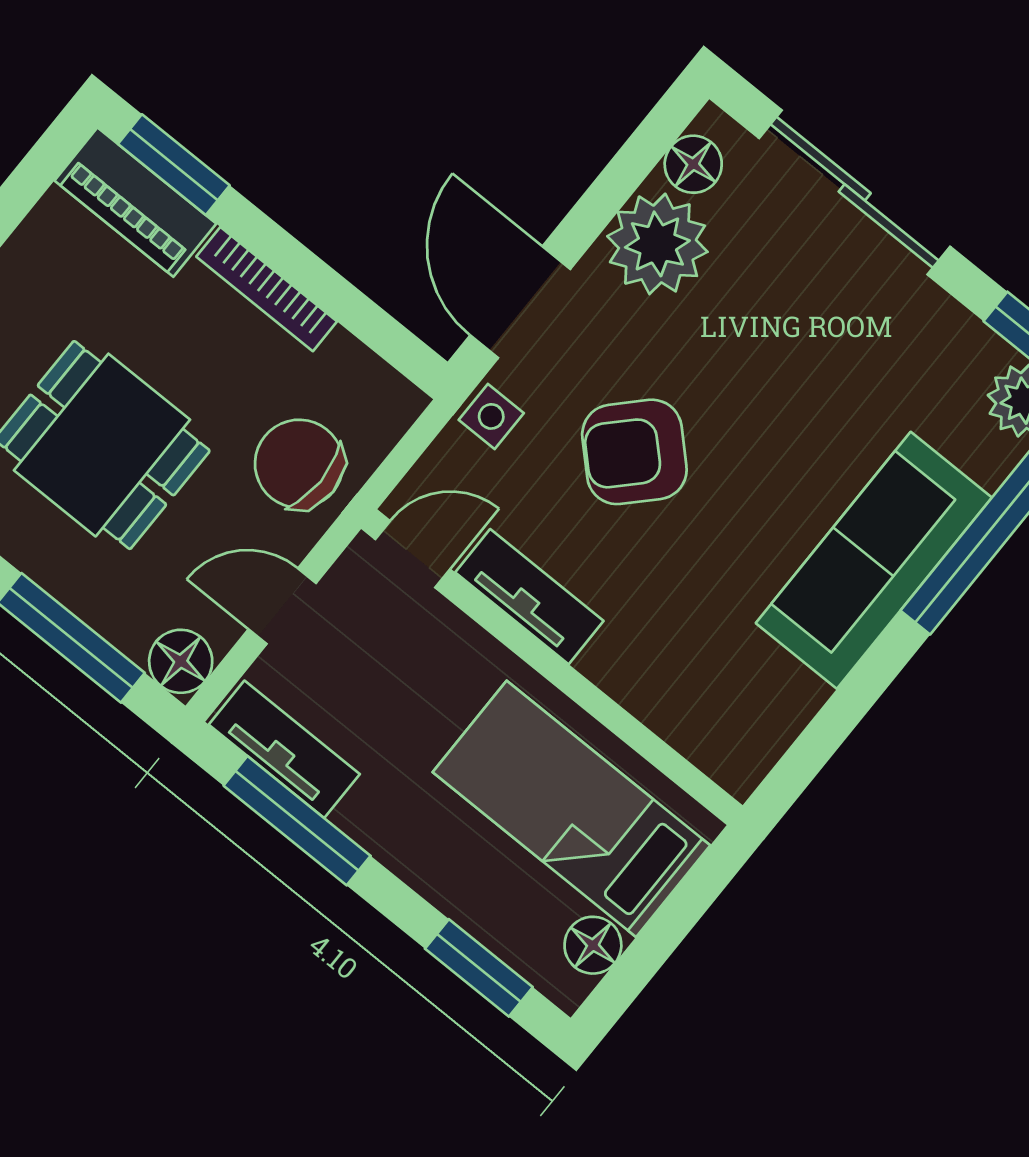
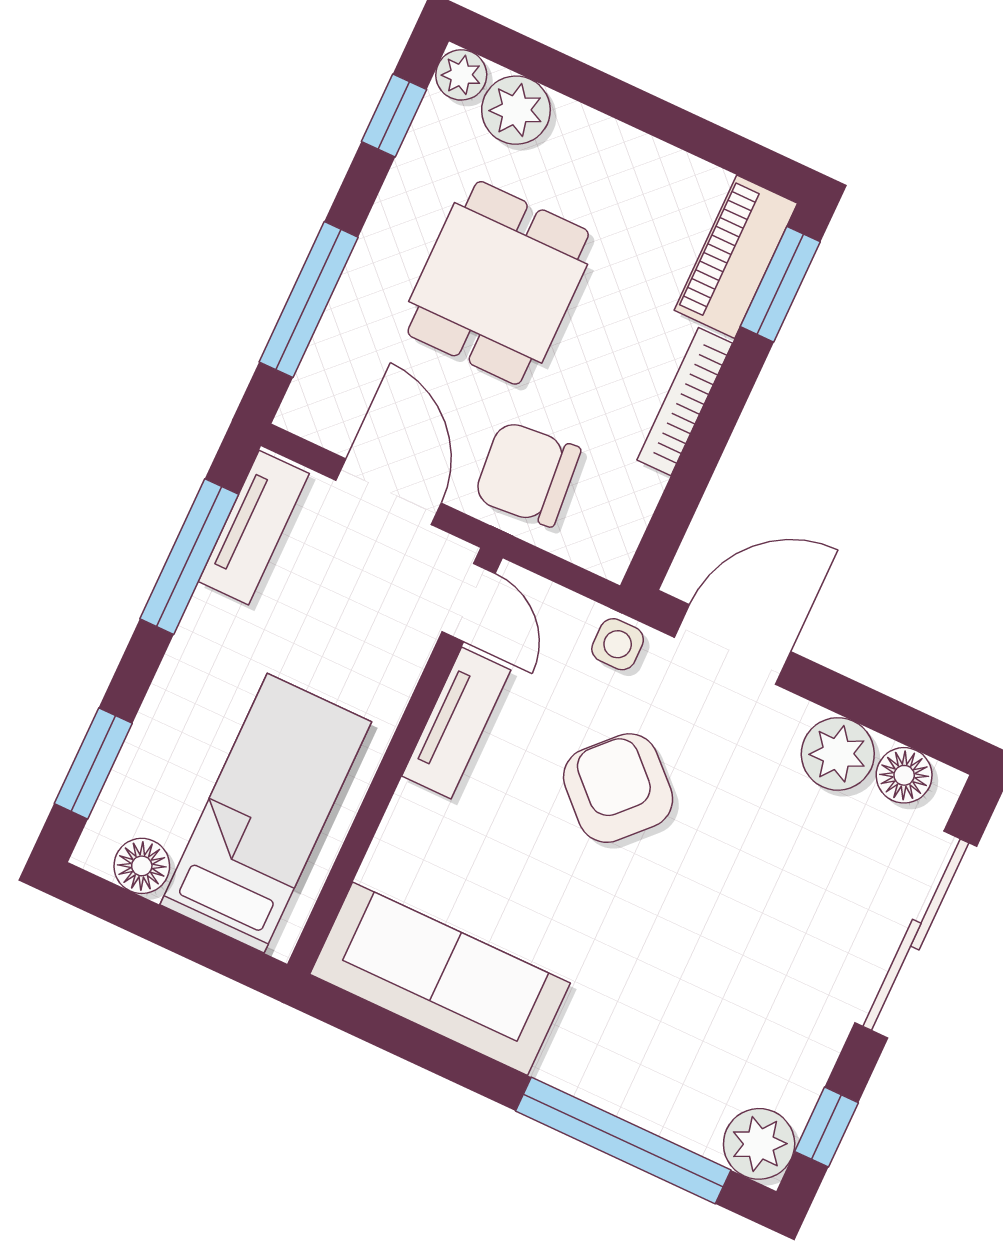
plant: (657, 244) -> (838, 754), width x0.73, depth x0.73
chair: (299, 464) -> (527, 474), turned -95
sofa: (874, 560) -> (440, 979), moved
door: (282, 606) -> (389, 492), width x1.38
floor lamp: (181, 661) -> (312, 409), removed

